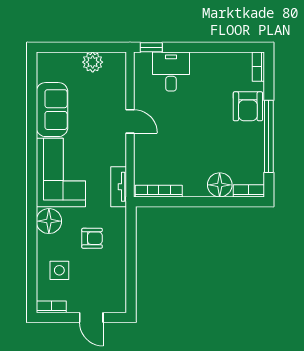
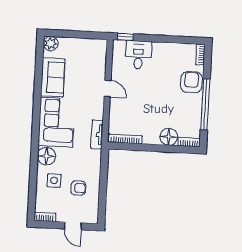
plant: (93, 62) -> (51, 44), moved
armchair: (248, 106) -> (191, 82), turned 180
armchair: (92, 238) -> (78, 188), moved
side table: (59, 270) -> (54, 180), moved

